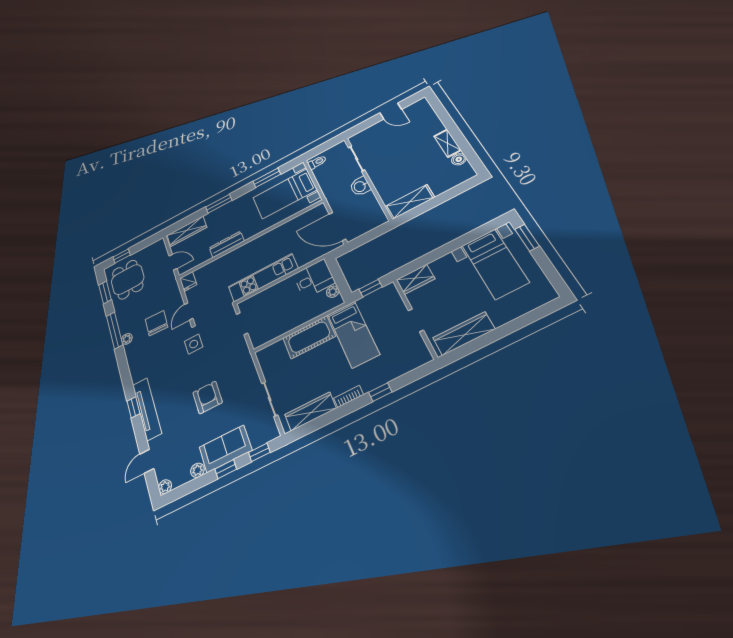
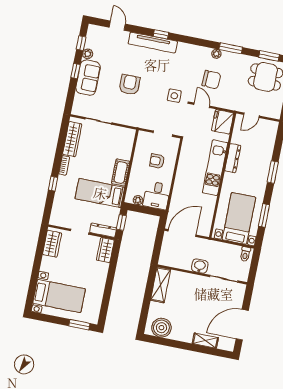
door: (391, 111) -> (242, 325), width x1.88
shelving: (447, 143) -> (205, 341), moved
boiler: (459, 159) -> (161, 328), width x1.86, depth x1.86
wardrobe: (187, 231) -> (269, 138), removed
bed with nightstands: (495, 264) -> (59, 296), moved, turned 180
kitchen unit: (263, 278) -> (215, 168), moved, turned 180
fridge: (188, 281) -> (223, 122), width x1.88, depth x1.34
dresser: (394, 299) -> (103, 230), added
armchair: (276, 307) -> (157, 161), added
window: (114, 330) -> (231, 48), width x0.69
wardrobe: (464, 333) -> (52, 244), width x0.67
cot: (309, 337) -> (121, 172), width x0.73, depth x0.75
armchair: (208, 397) -> (130, 85), turned -90
window: (259, 452) -> (81, 43), moved
plant: (165, 487) -> (92, 29), removed

